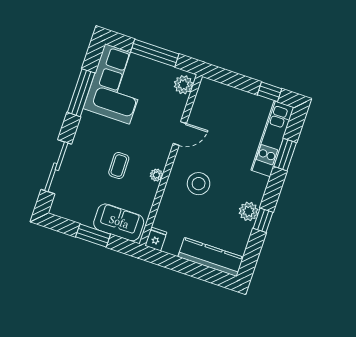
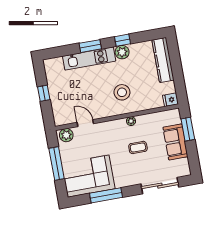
window: (270, 92) -> (44, 93), moved
door: (180, 134) -> (85, 123), moved
kitchen unit: (272, 139) -> (89, 59), moved
window: (285, 155) -> (90, 46), moved
sofa: (119, 222) -> (175, 142), moved
window: (93, 236) -> (188, 129), moved

